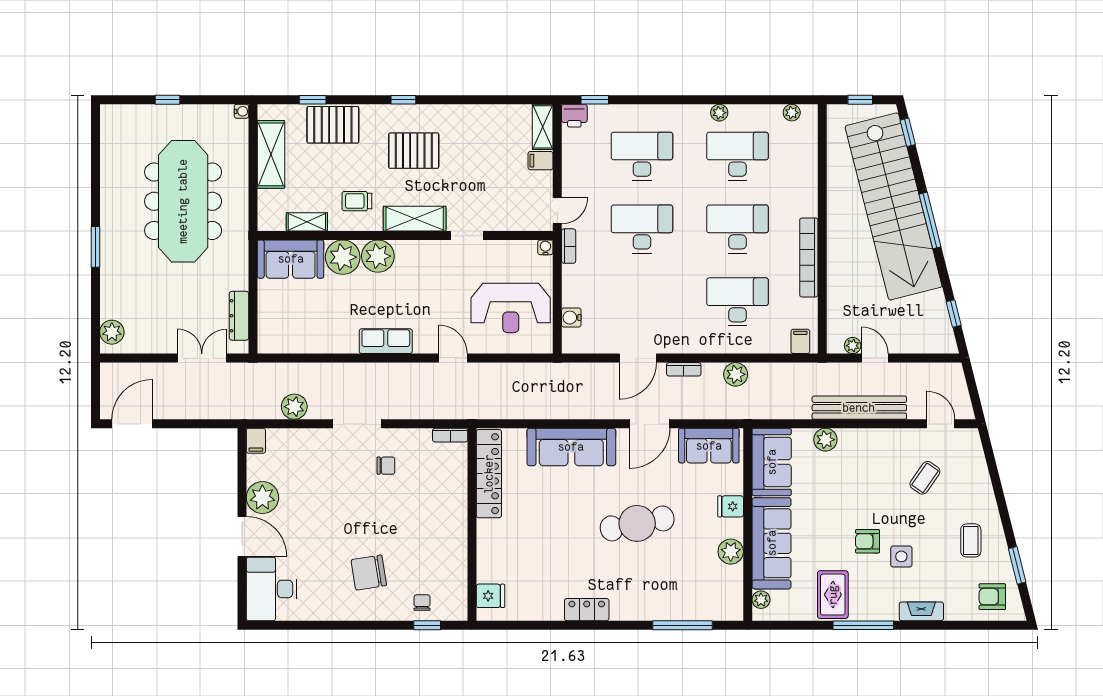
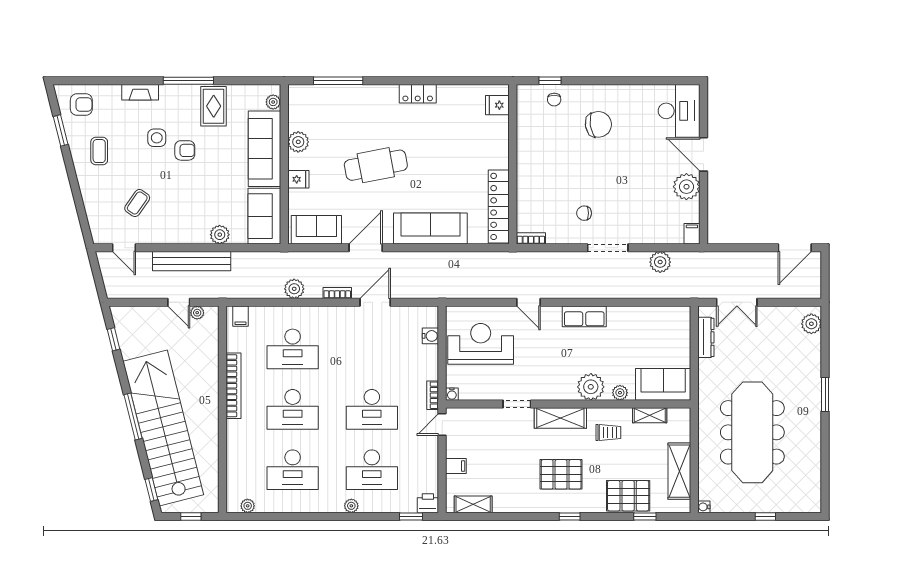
plant: (719, 113) -> (351, 506), moved
shelving: (543, 127) -> (473, 504), moved, turned 90
plant: (343, 257) -> (620, 393), width x0.53, depth x0.53

